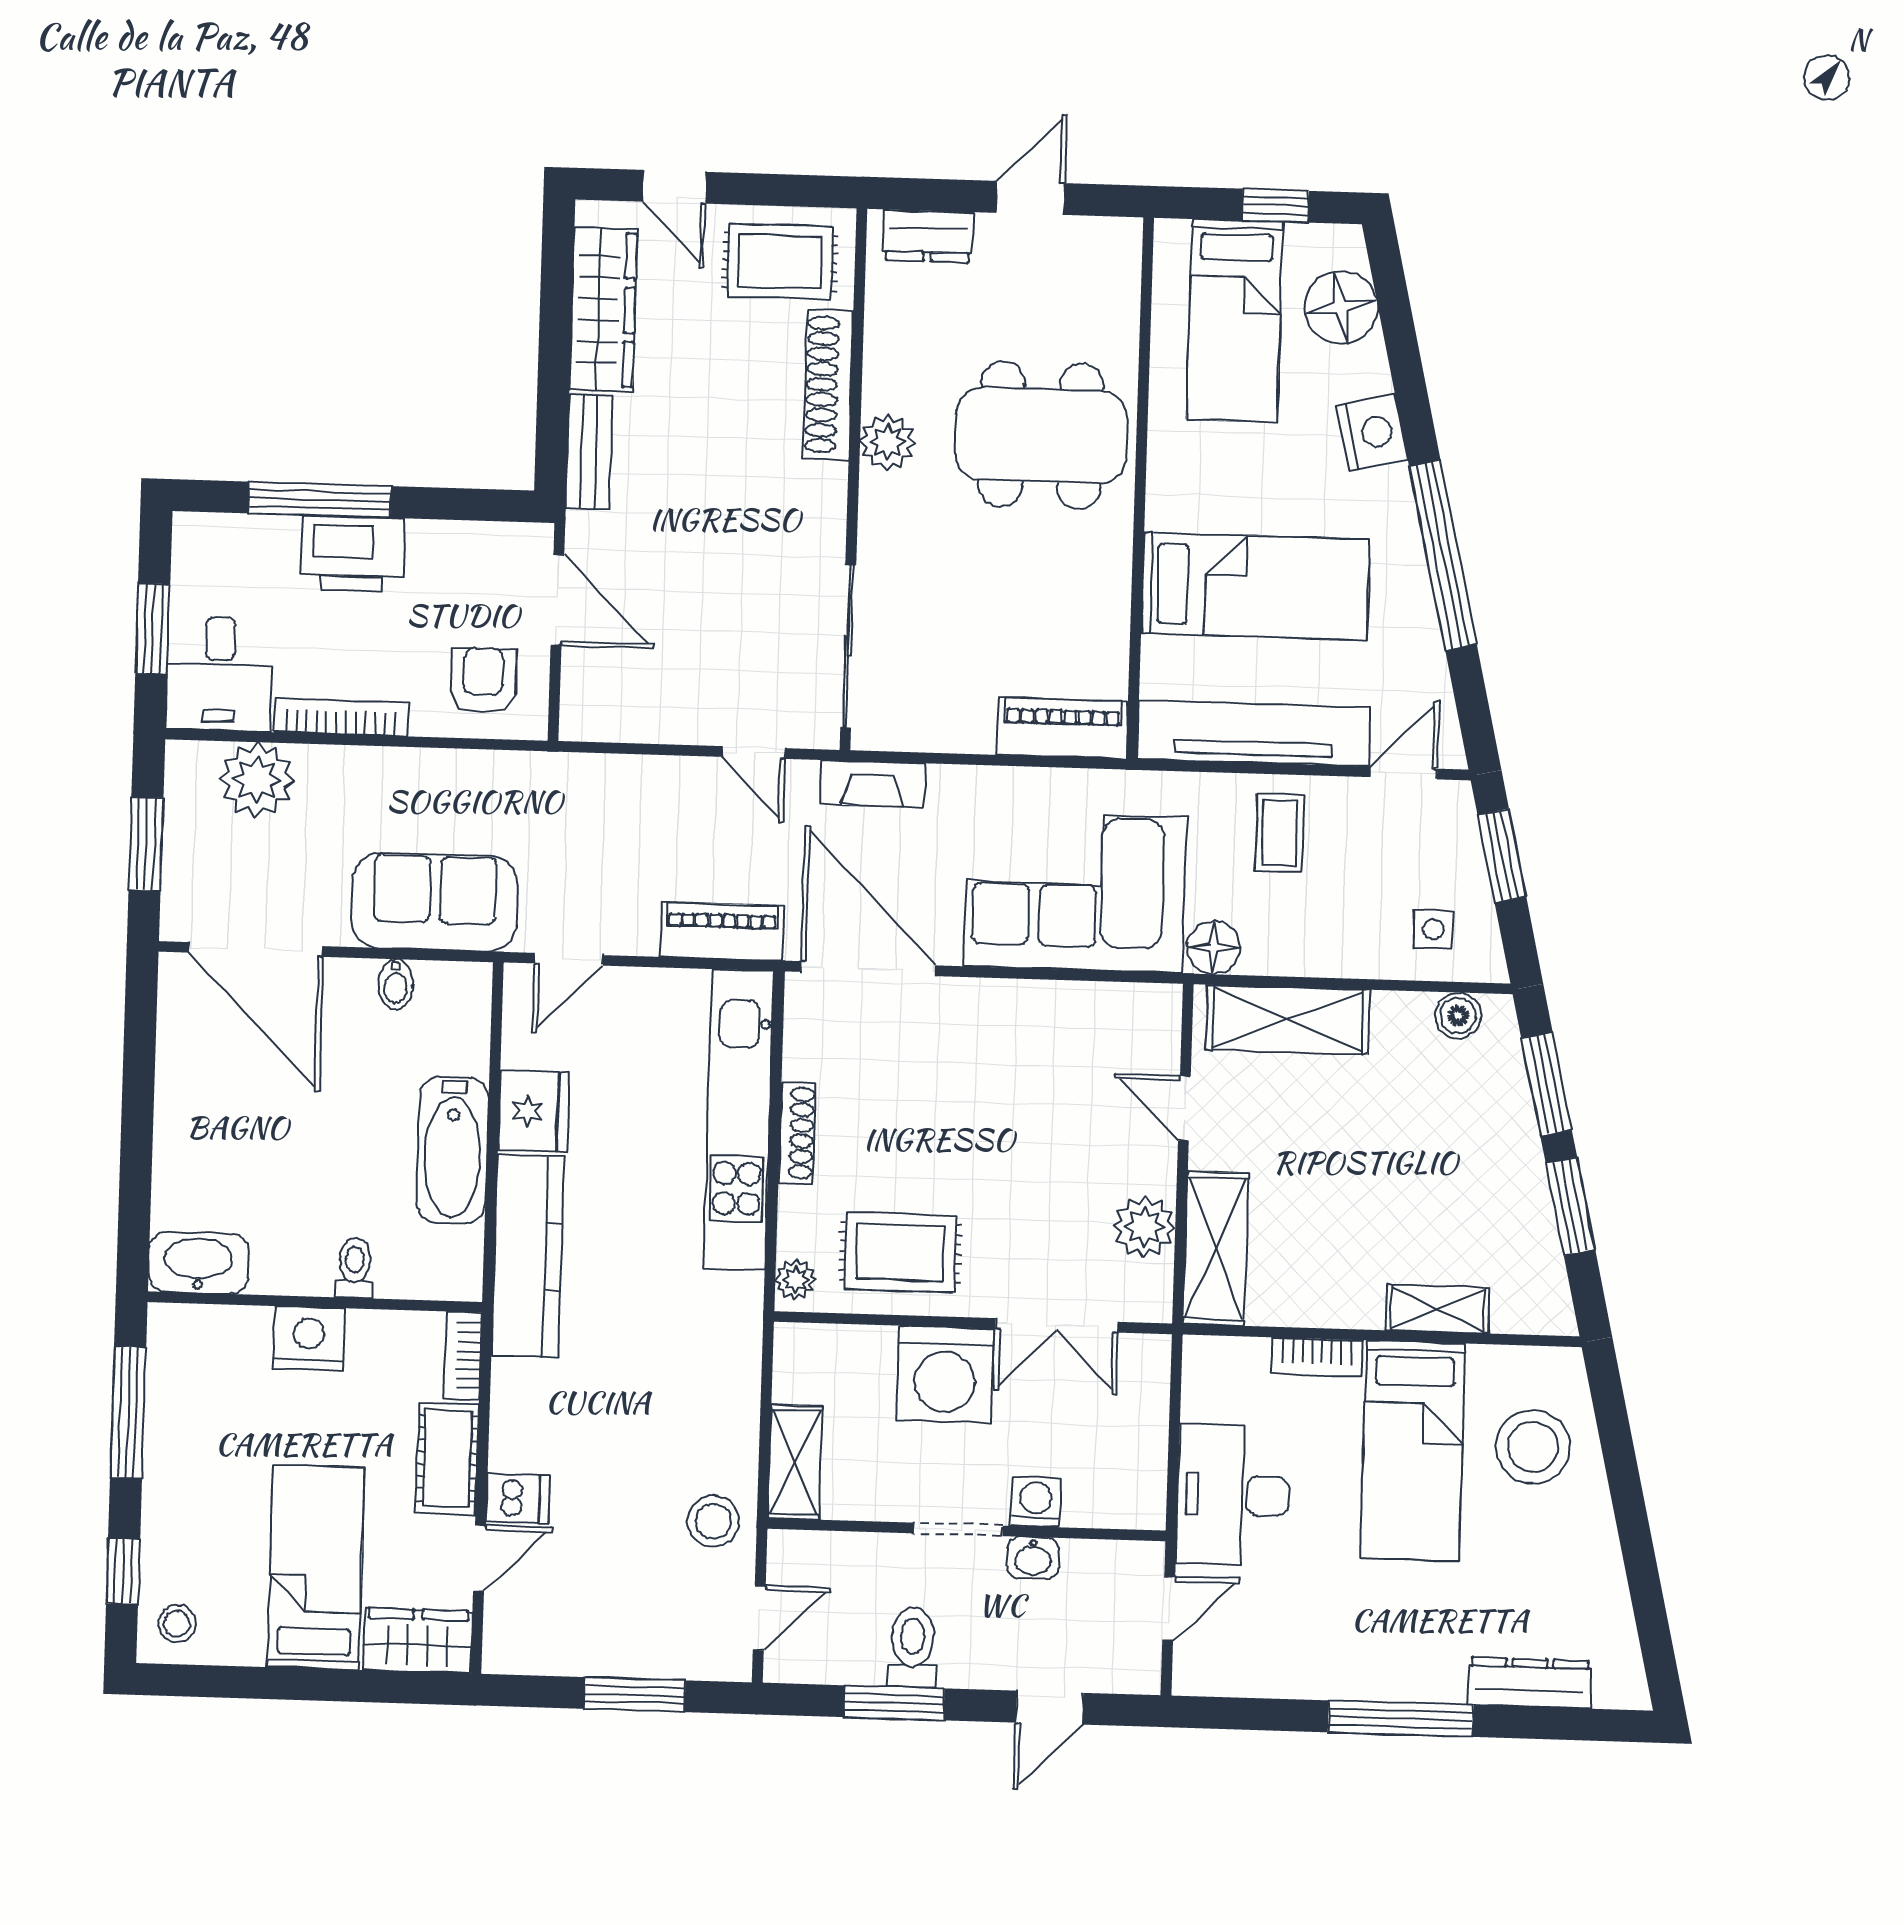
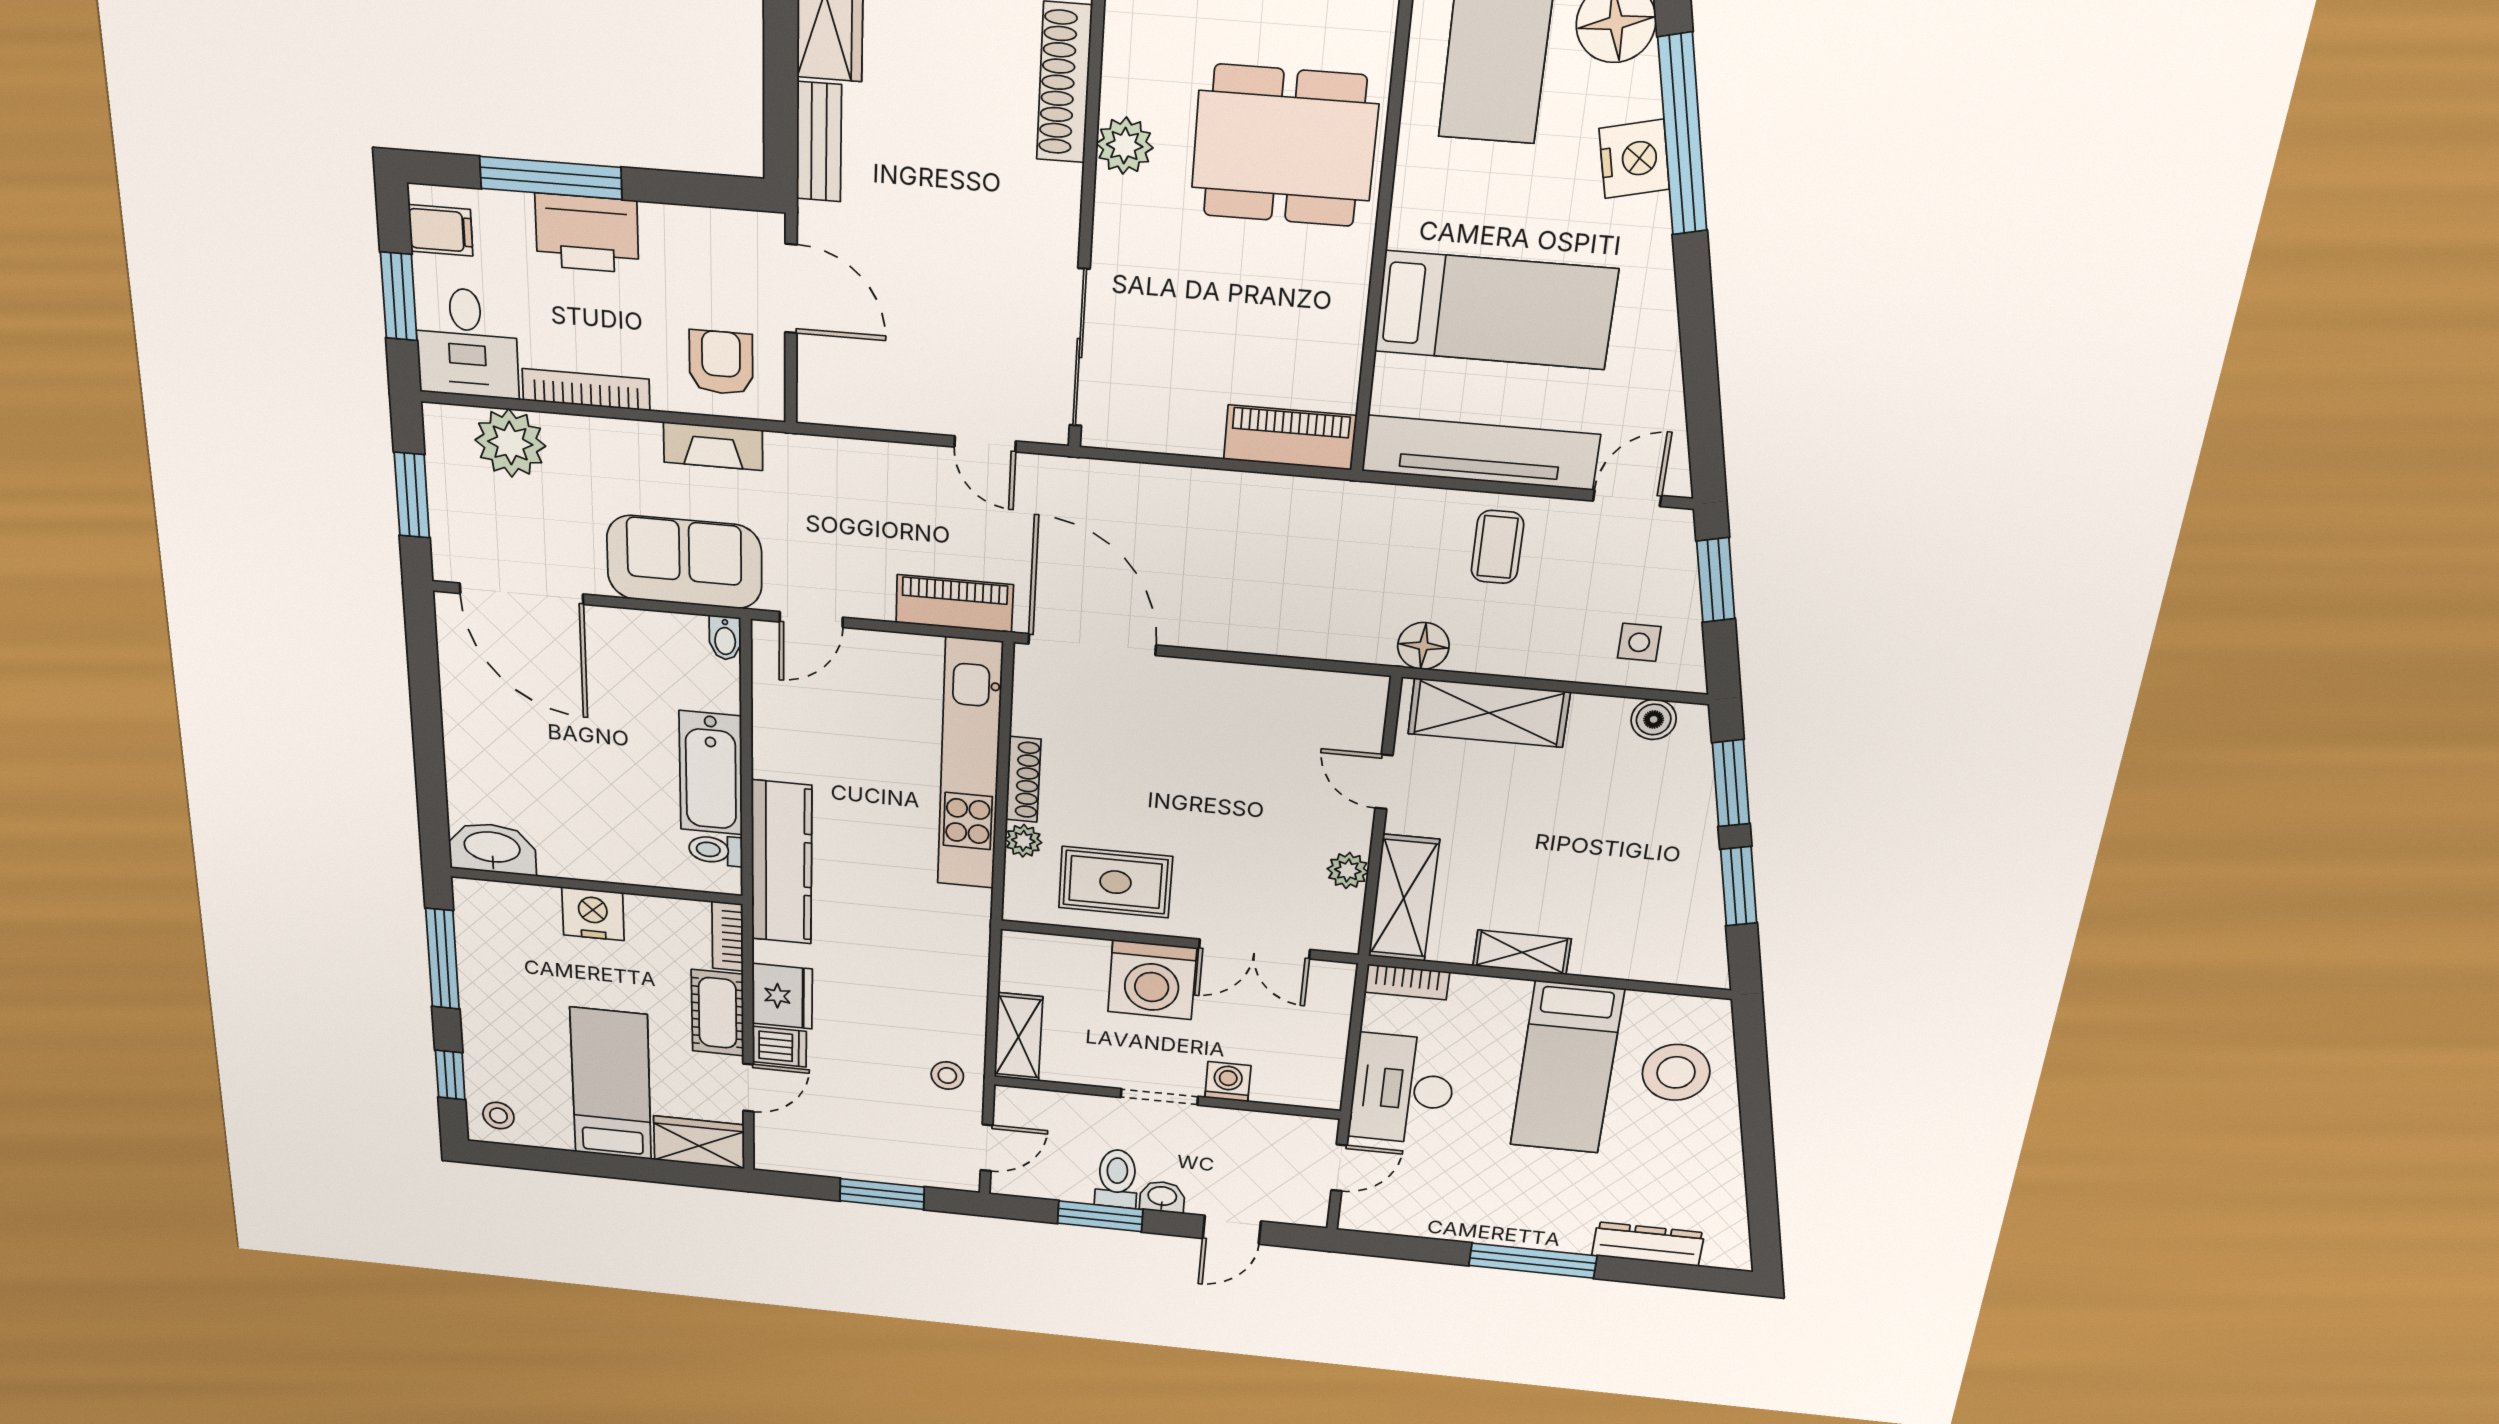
window: (1443, 555) -> (1682, 135), moved
filing cabinet: (203, 558) -> (441, 230), added
fireplace: (873, 784) -> (713, 446), moved
corner sofa: (1075, 892) -> (1293, 588), removed
bidet: (396, 984) -> (725, 638), moved
fridge: (533, 1111) -> (782, 996), moved
plant: (1144, 1227) -> (1348, 870), width x0.73, depth x0.73
toilet: (355, 1268) -> (716, 850), moved, turned -90
plant: (796, 1280) -> (1023, 841), moved
shelving: (1437, 1309) -> (1522, 952), moved
bookcase: (1317, 1357) -> (1407, 982), moved
stool: (713, 1521) -> (947, 1076), width x0.73, depth x0.73
washbasin: (1033, 1558) -> (1162, 1197), moved, turned 180

